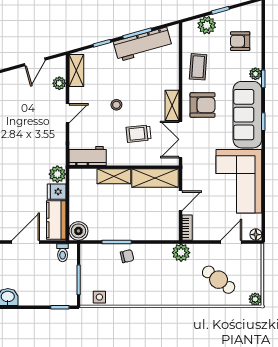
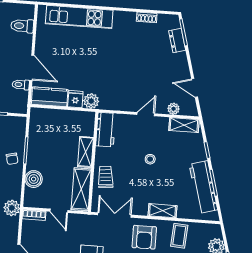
coffee table: (198, 67) -> (179, 236), turned 90
shelving: (172, 105) -> (163, 211), moved
door: (67, 113) -> (146, 114), swing flipped
trolley: (139, 134) -> (106, 177), moved
boiler: (78, 231) -> (34, 179), moved
toilet: (63, 253) -> (21, 85), moved

